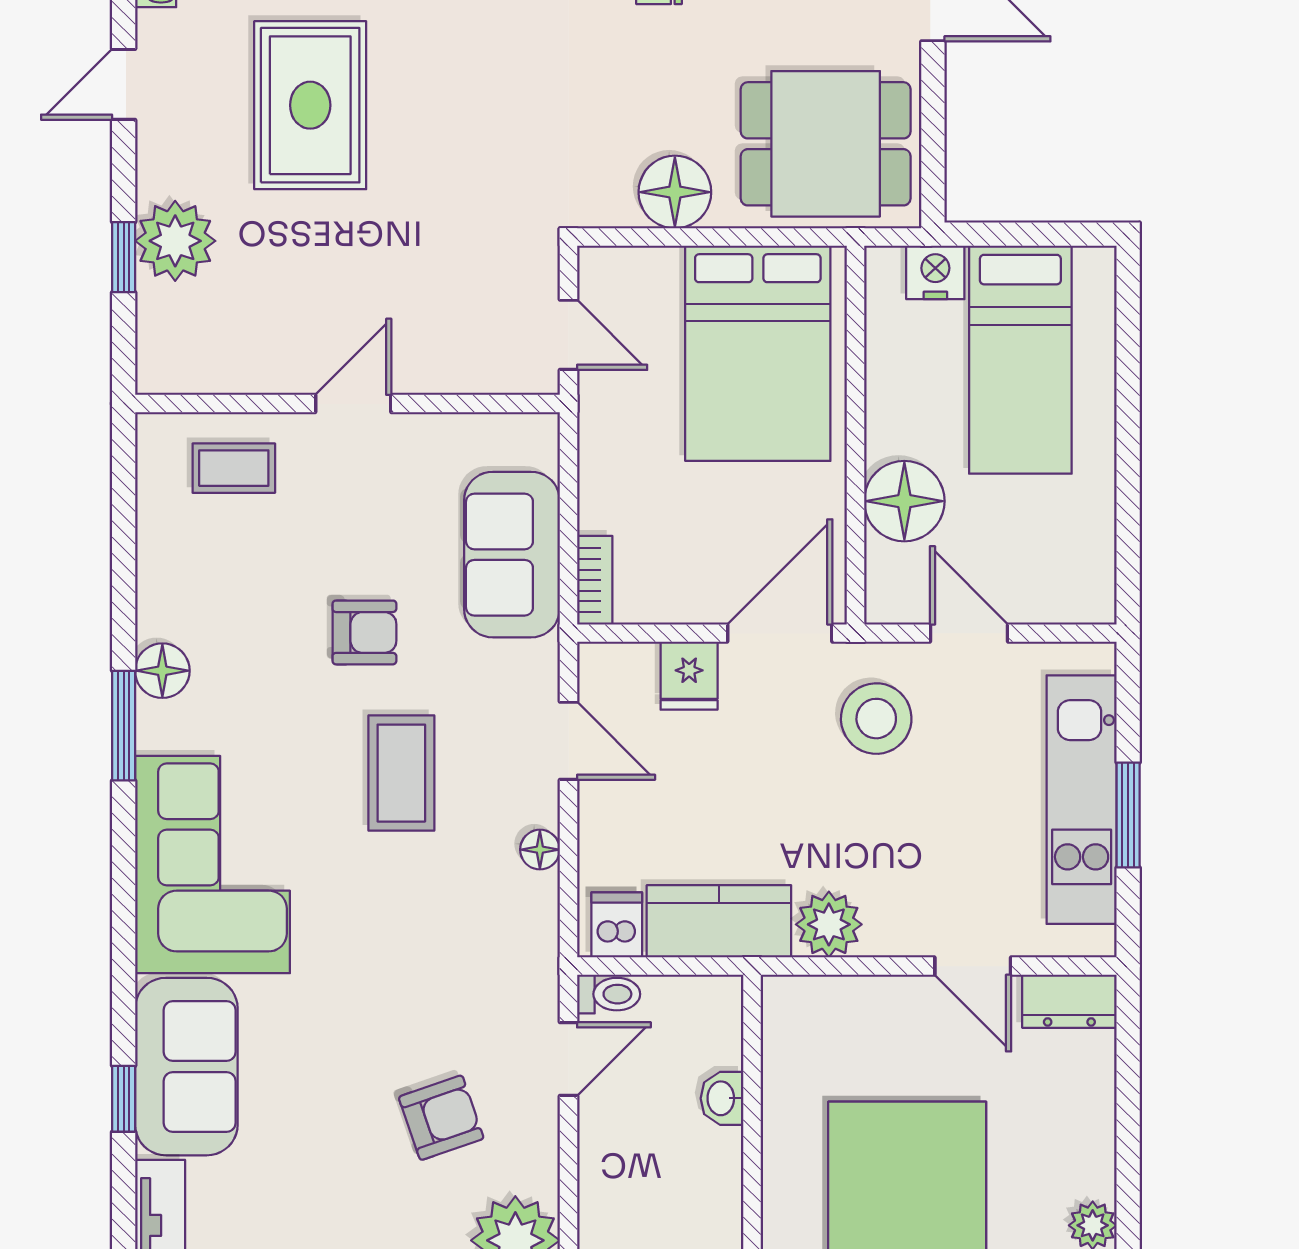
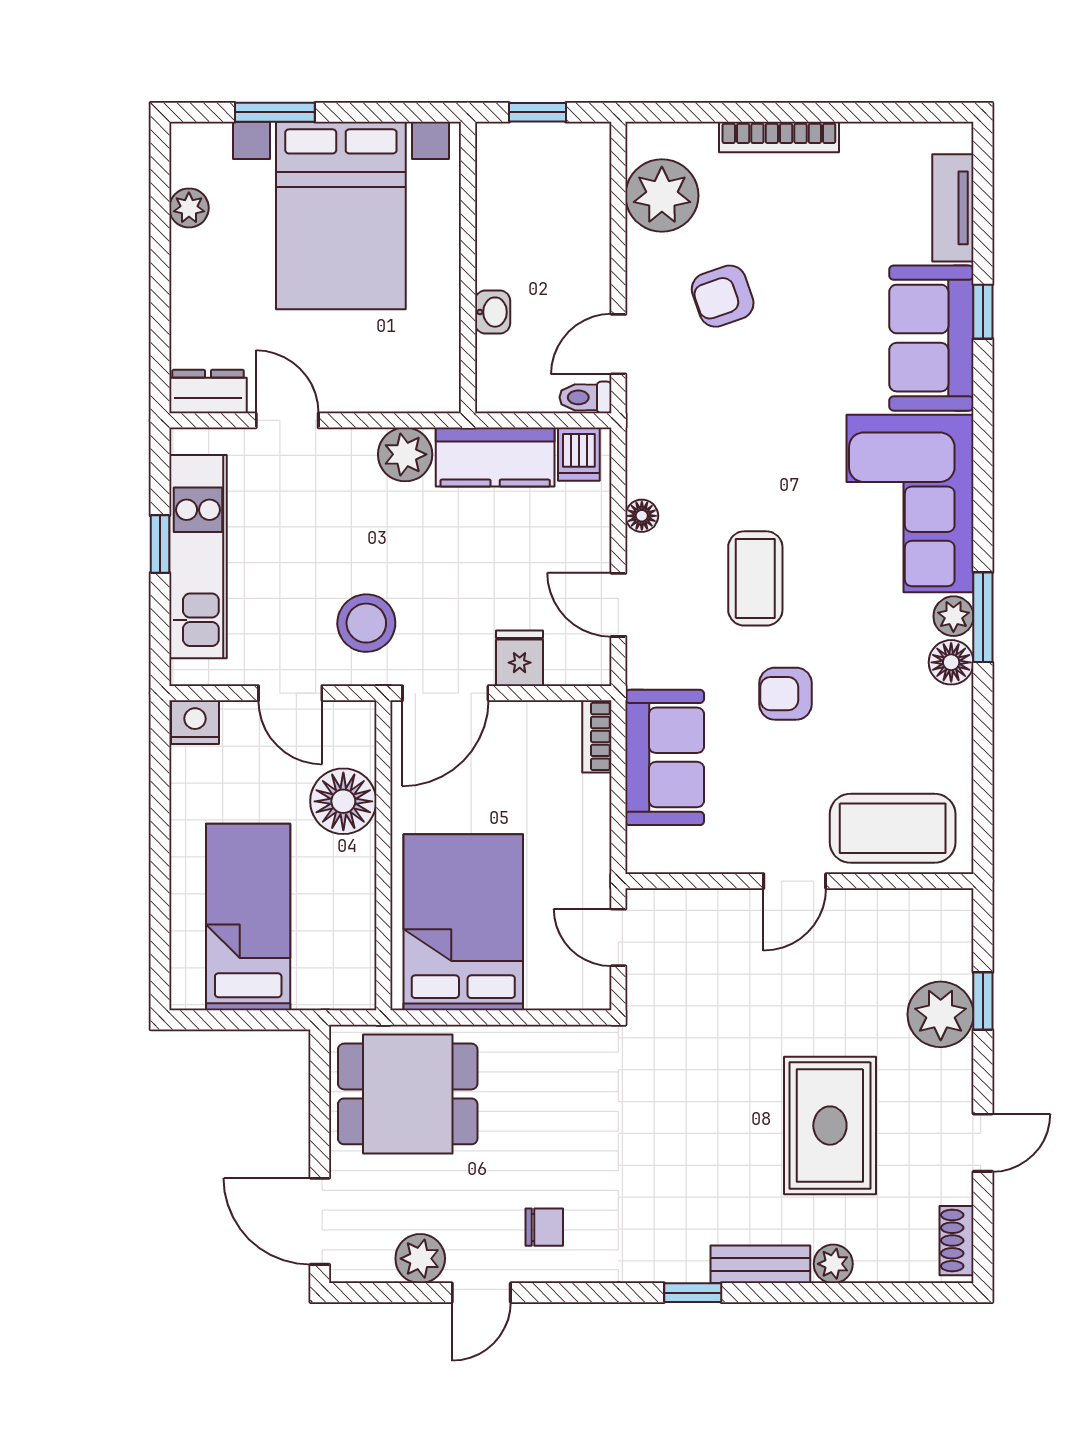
floor lamp: (675, 192) -> (531, 1054), removed
nightstand: (935, 272) -> (195, 722), moved, turned 180
coffee table: (234, 468) -> (893, 828), width x1.86, depth x1.72
plant: (159, 727) -> (953, 616), added
window: (1128, 815) -> (160, 544), width x0.67

